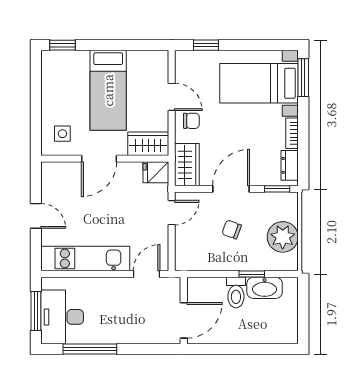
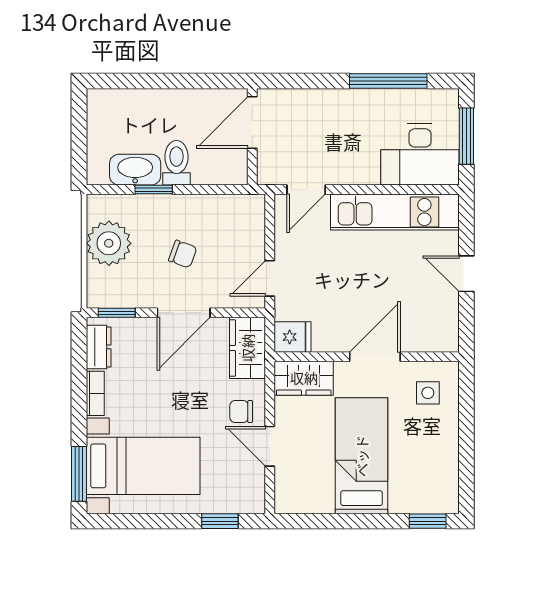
desk: (62, 317) -> (420, 154), moved, turned 90

